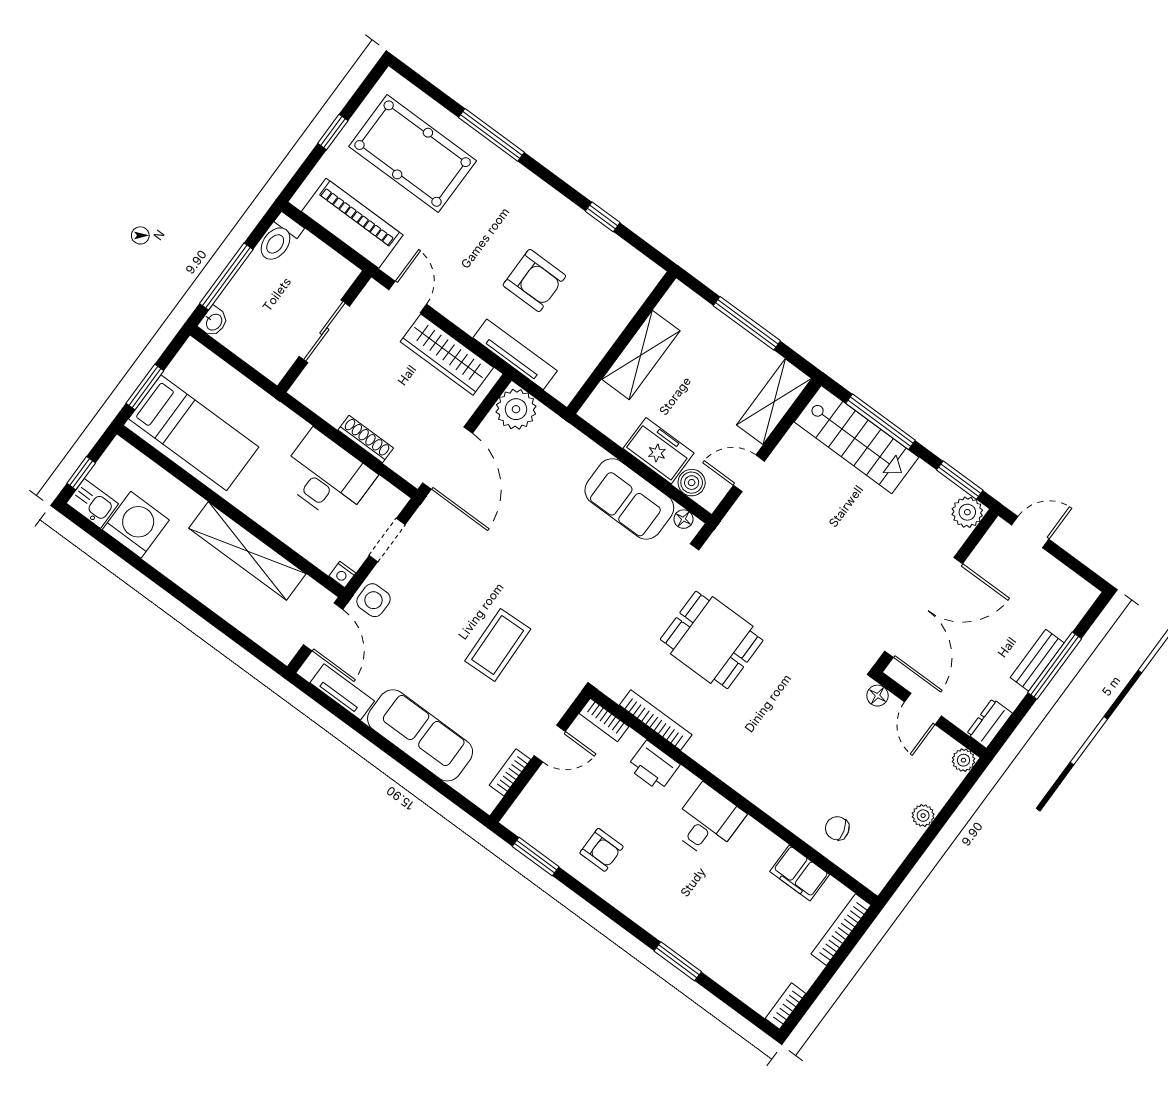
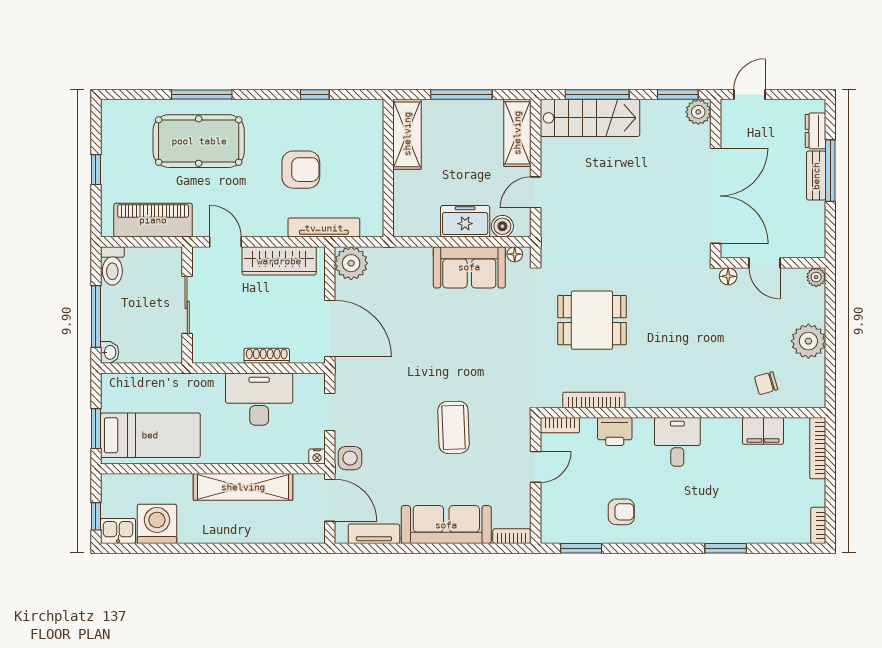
pool table: (413, 154) -> (199, 141), moved
shelving: (641, 355) -> (407, 134), moved
dresser: (990, 723) -> (815, 131), moved
bookcase: (510, 772) -> (512, 536), moved, turned 90
plant: (923, 816) -> (808, 341), width x1.87, depth x1.87

